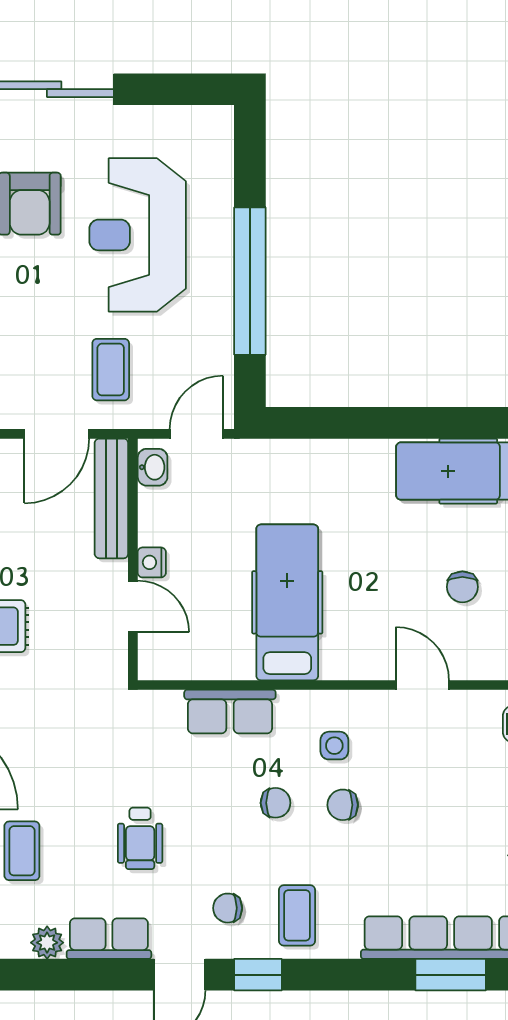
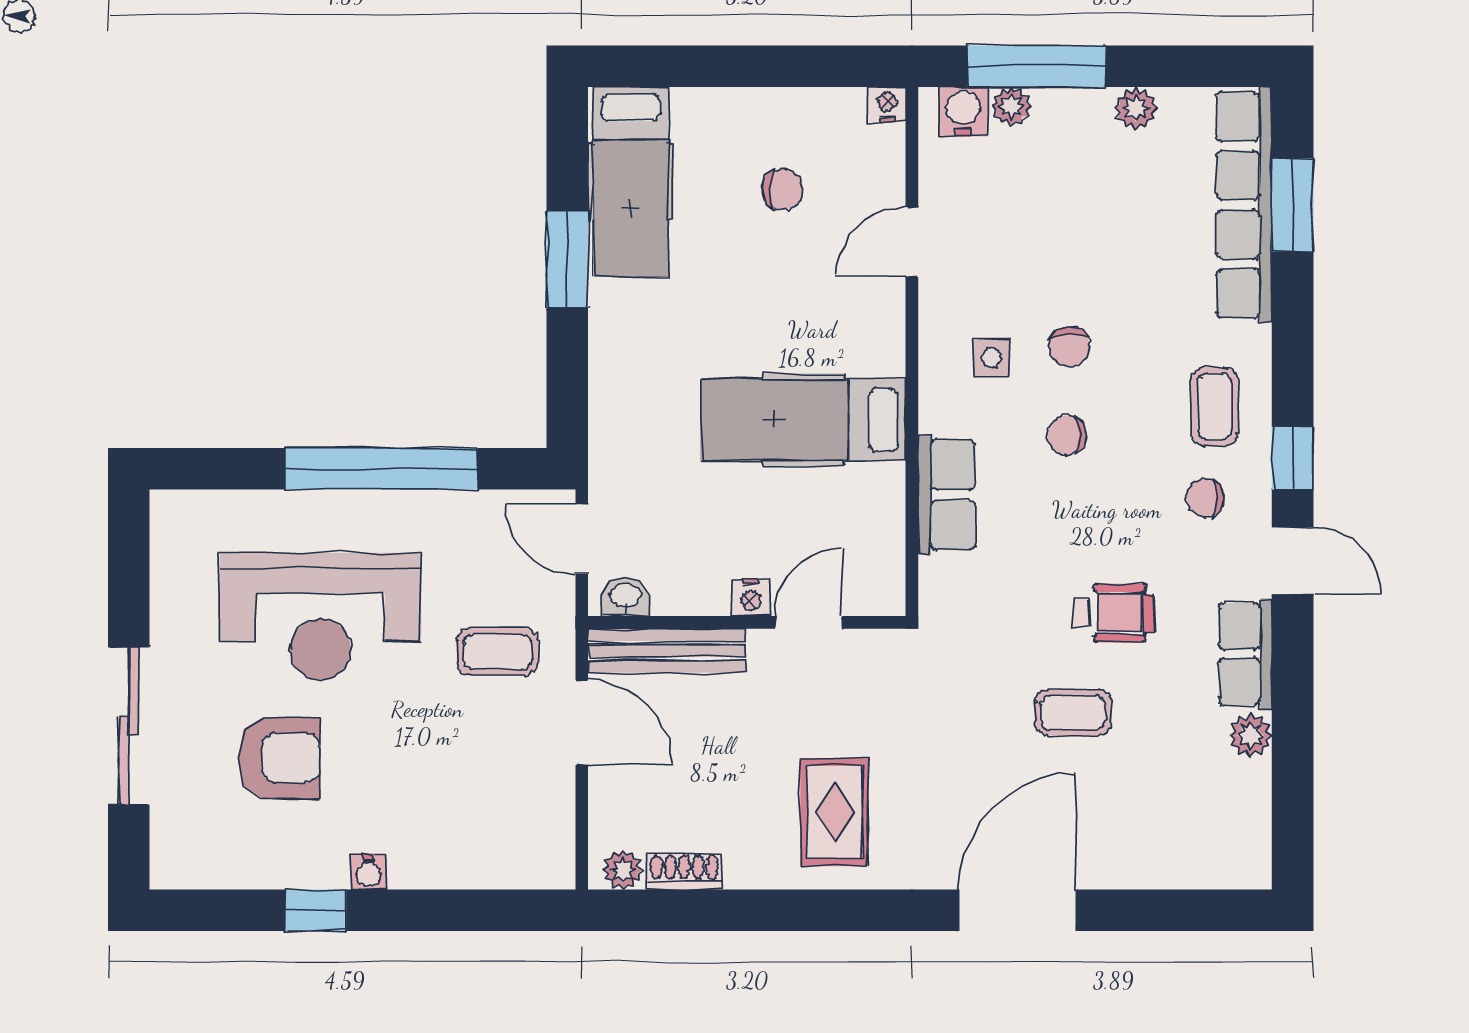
window: (410, 423) -> (567, 259), added
chair: (276, 803) -> (1067, 435), turned -90
coffee table: (22, 851) -> (1073, 712), moved
chair: (228, 908) -> (1205, 498), turned 90
coffee table: (297, 915) -> (1215, 407), turned 90

